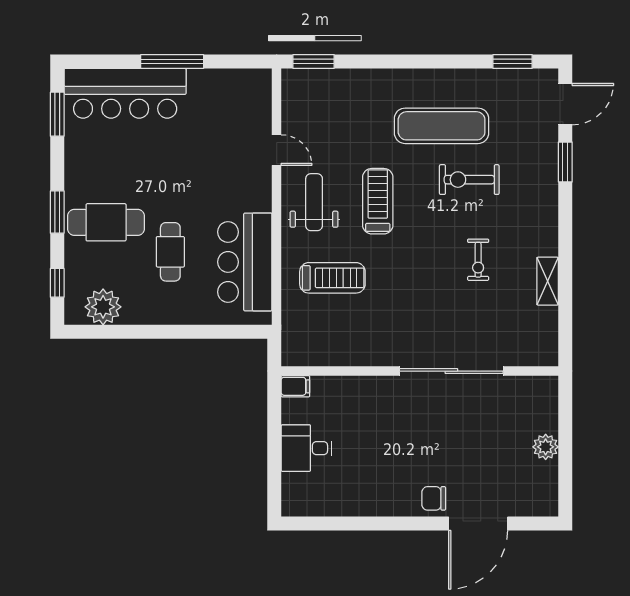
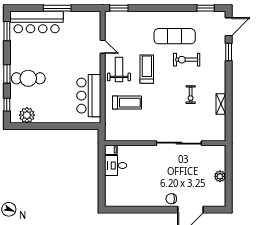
cafe table: (170, 252) -> (56, 91), removed
desk: (306, 448) -> (116, 166), moved

